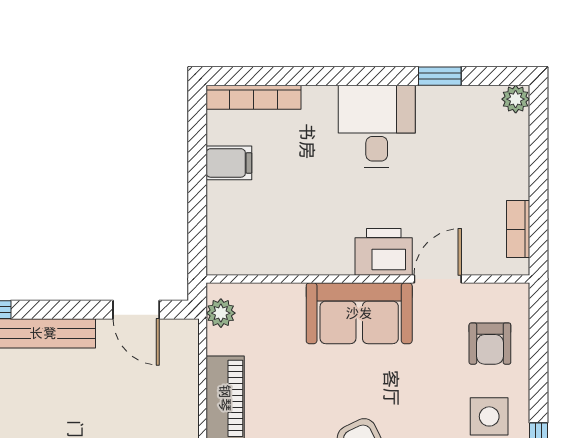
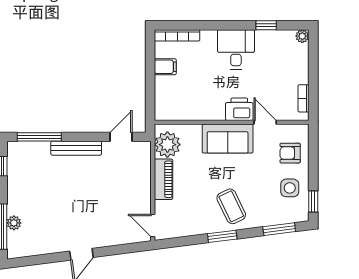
door: (438, 279) -> (265, 122), hinge flipped
door: (136, 310) -> (121, 137), swing flipped
plant: (221, 313) -> (167, 145), width x1.87, depth x1.87
armchair: (490, 344) -> (290, 153), turned 90

